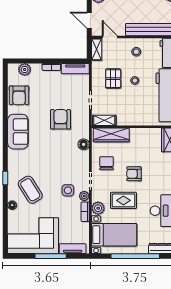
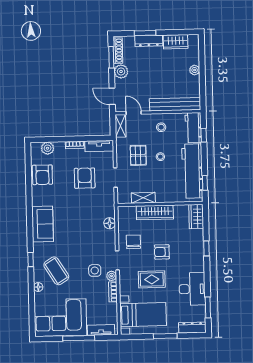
armchair: (60, 119) -> (85, 178), moved
shelving: (104, 120) -> (143, 198), moved
sofa: (18, 132) -> (42, 224), moved
wardrobe: (111, 135) -> (155, 212), moved
plant: (98, 208) -> (126, 288), removed
window: (135, 256) -> (165, 336), width x0.47

